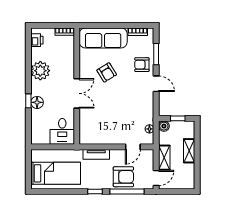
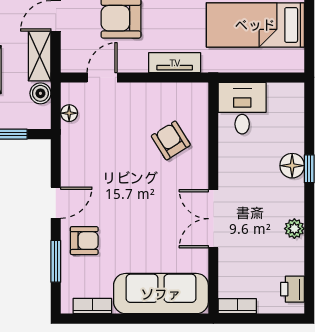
plant: (40, 71) -> (294, 229), width x0.53, depth x0.53
armchair: (107, 72) -> (171, 140), moved
door: (156, 84) -> (56, 203), swing flipped
double door: (77, 93) -> (213, 219), moved
boiler: (164, 126) -> (40, 93), moved

